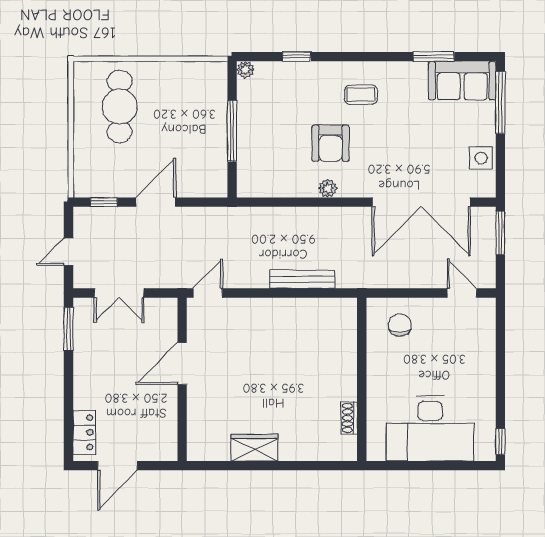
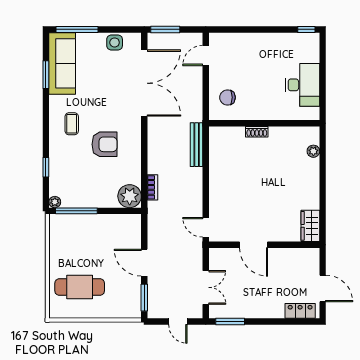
sofa: (462, 81) -> (62, 63), width x1.36
window: (232, 131) -> (76, 211), moved
plant: (328, 188) -> (130, 196), moved, width x1.88, depth x1.88
window: (104, 202) -> (144, 298), width x1.50
bookcase: (267, 214) -> (152, 187), added
bench: (302, 279) -> (197, 145), moved
shoe rack: (349, 418) -> (257, 132), moved
desk: (430, 429) -> (303, 85), width x0.73, depth x0.77
wardrobe: (254, 448) -> (310, 226), moved
plant: (320, 452) -> (313, 151), added

